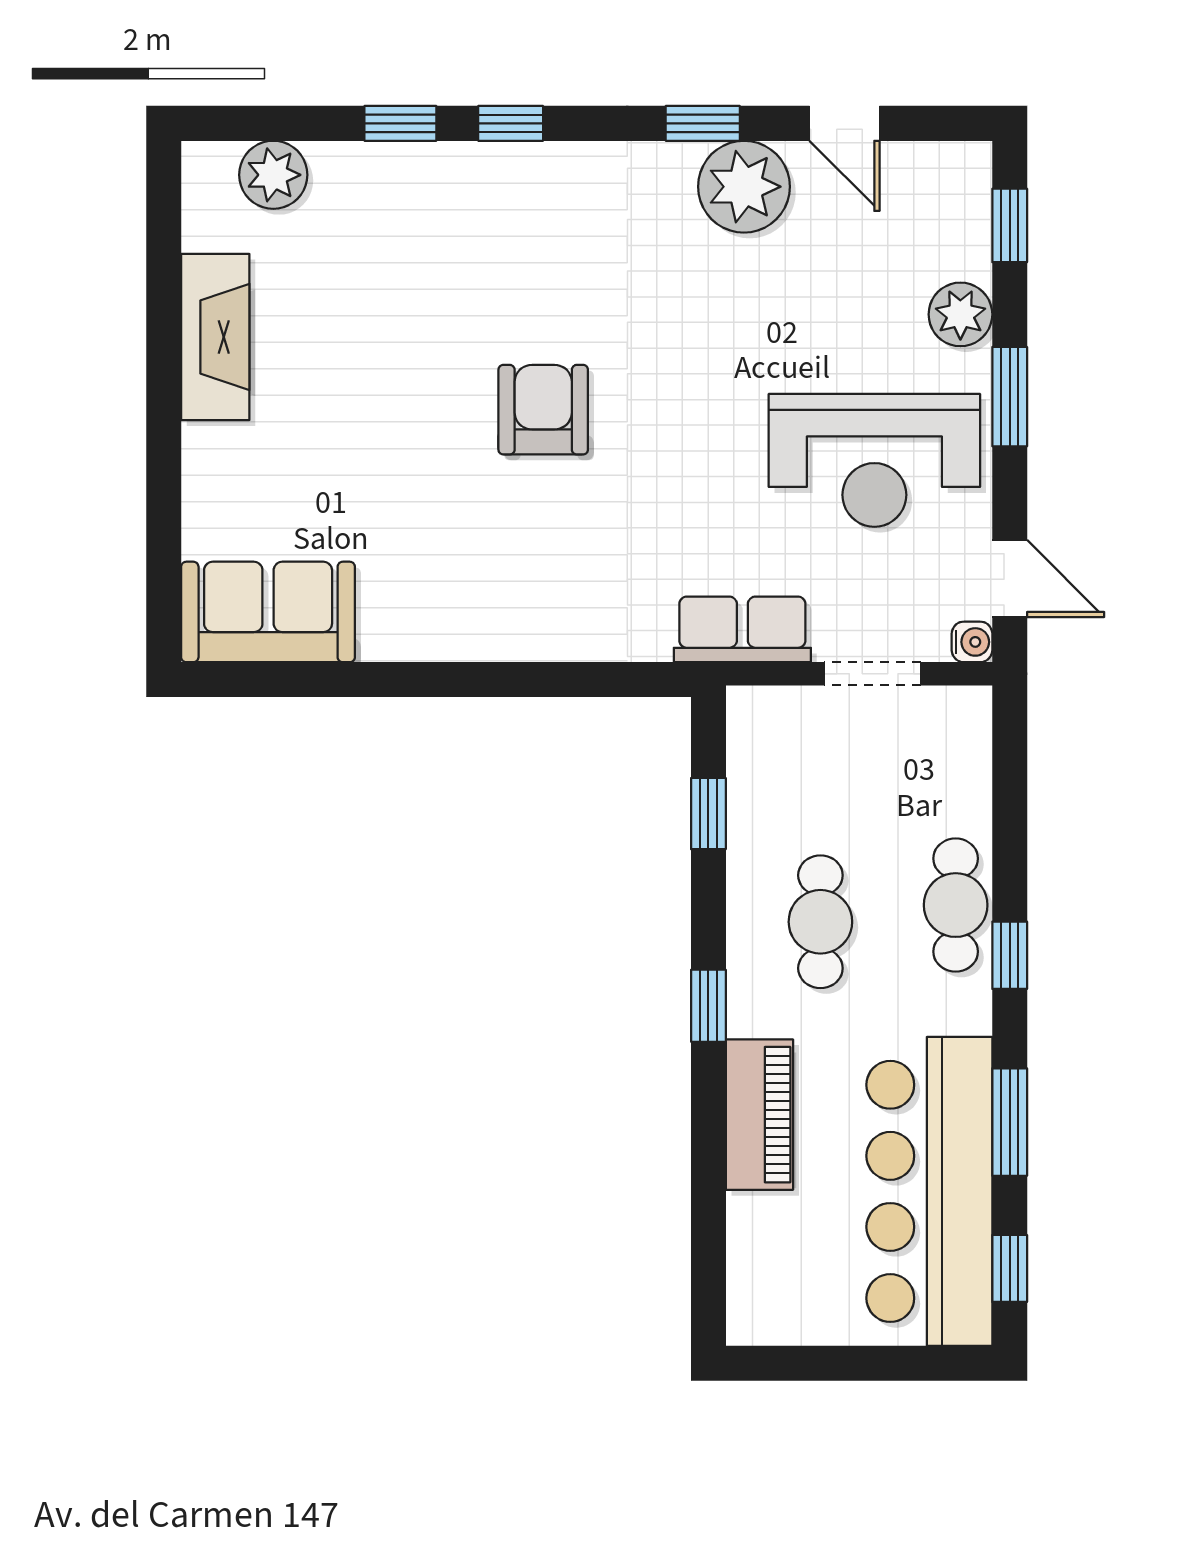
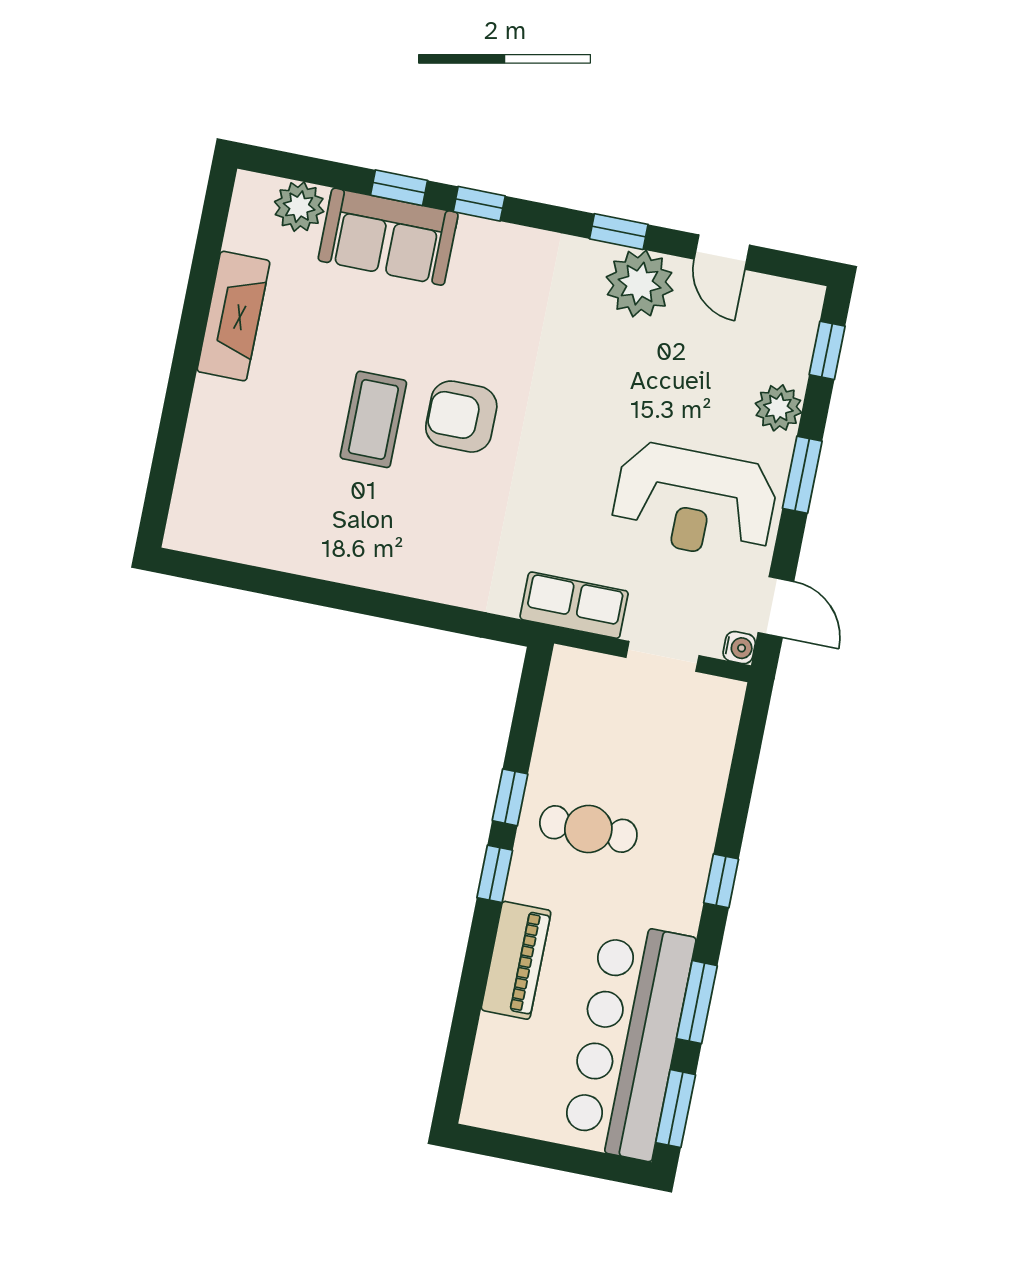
armchair: (543, 410) -> (461, 417), turned -90
coffee table: (428, 437) -> (373, 419), added
sofa: (268, 612) -> (388, 237), moved, turned 180
window: (708, 814) -> (510, 797), moved
cafe table: (956, 905) -> (689, 836), removed
cafe table: (820, 922) -> (588, 829), turned 90
window: (1010, 1268) -> (676, 1109), width x1.50

